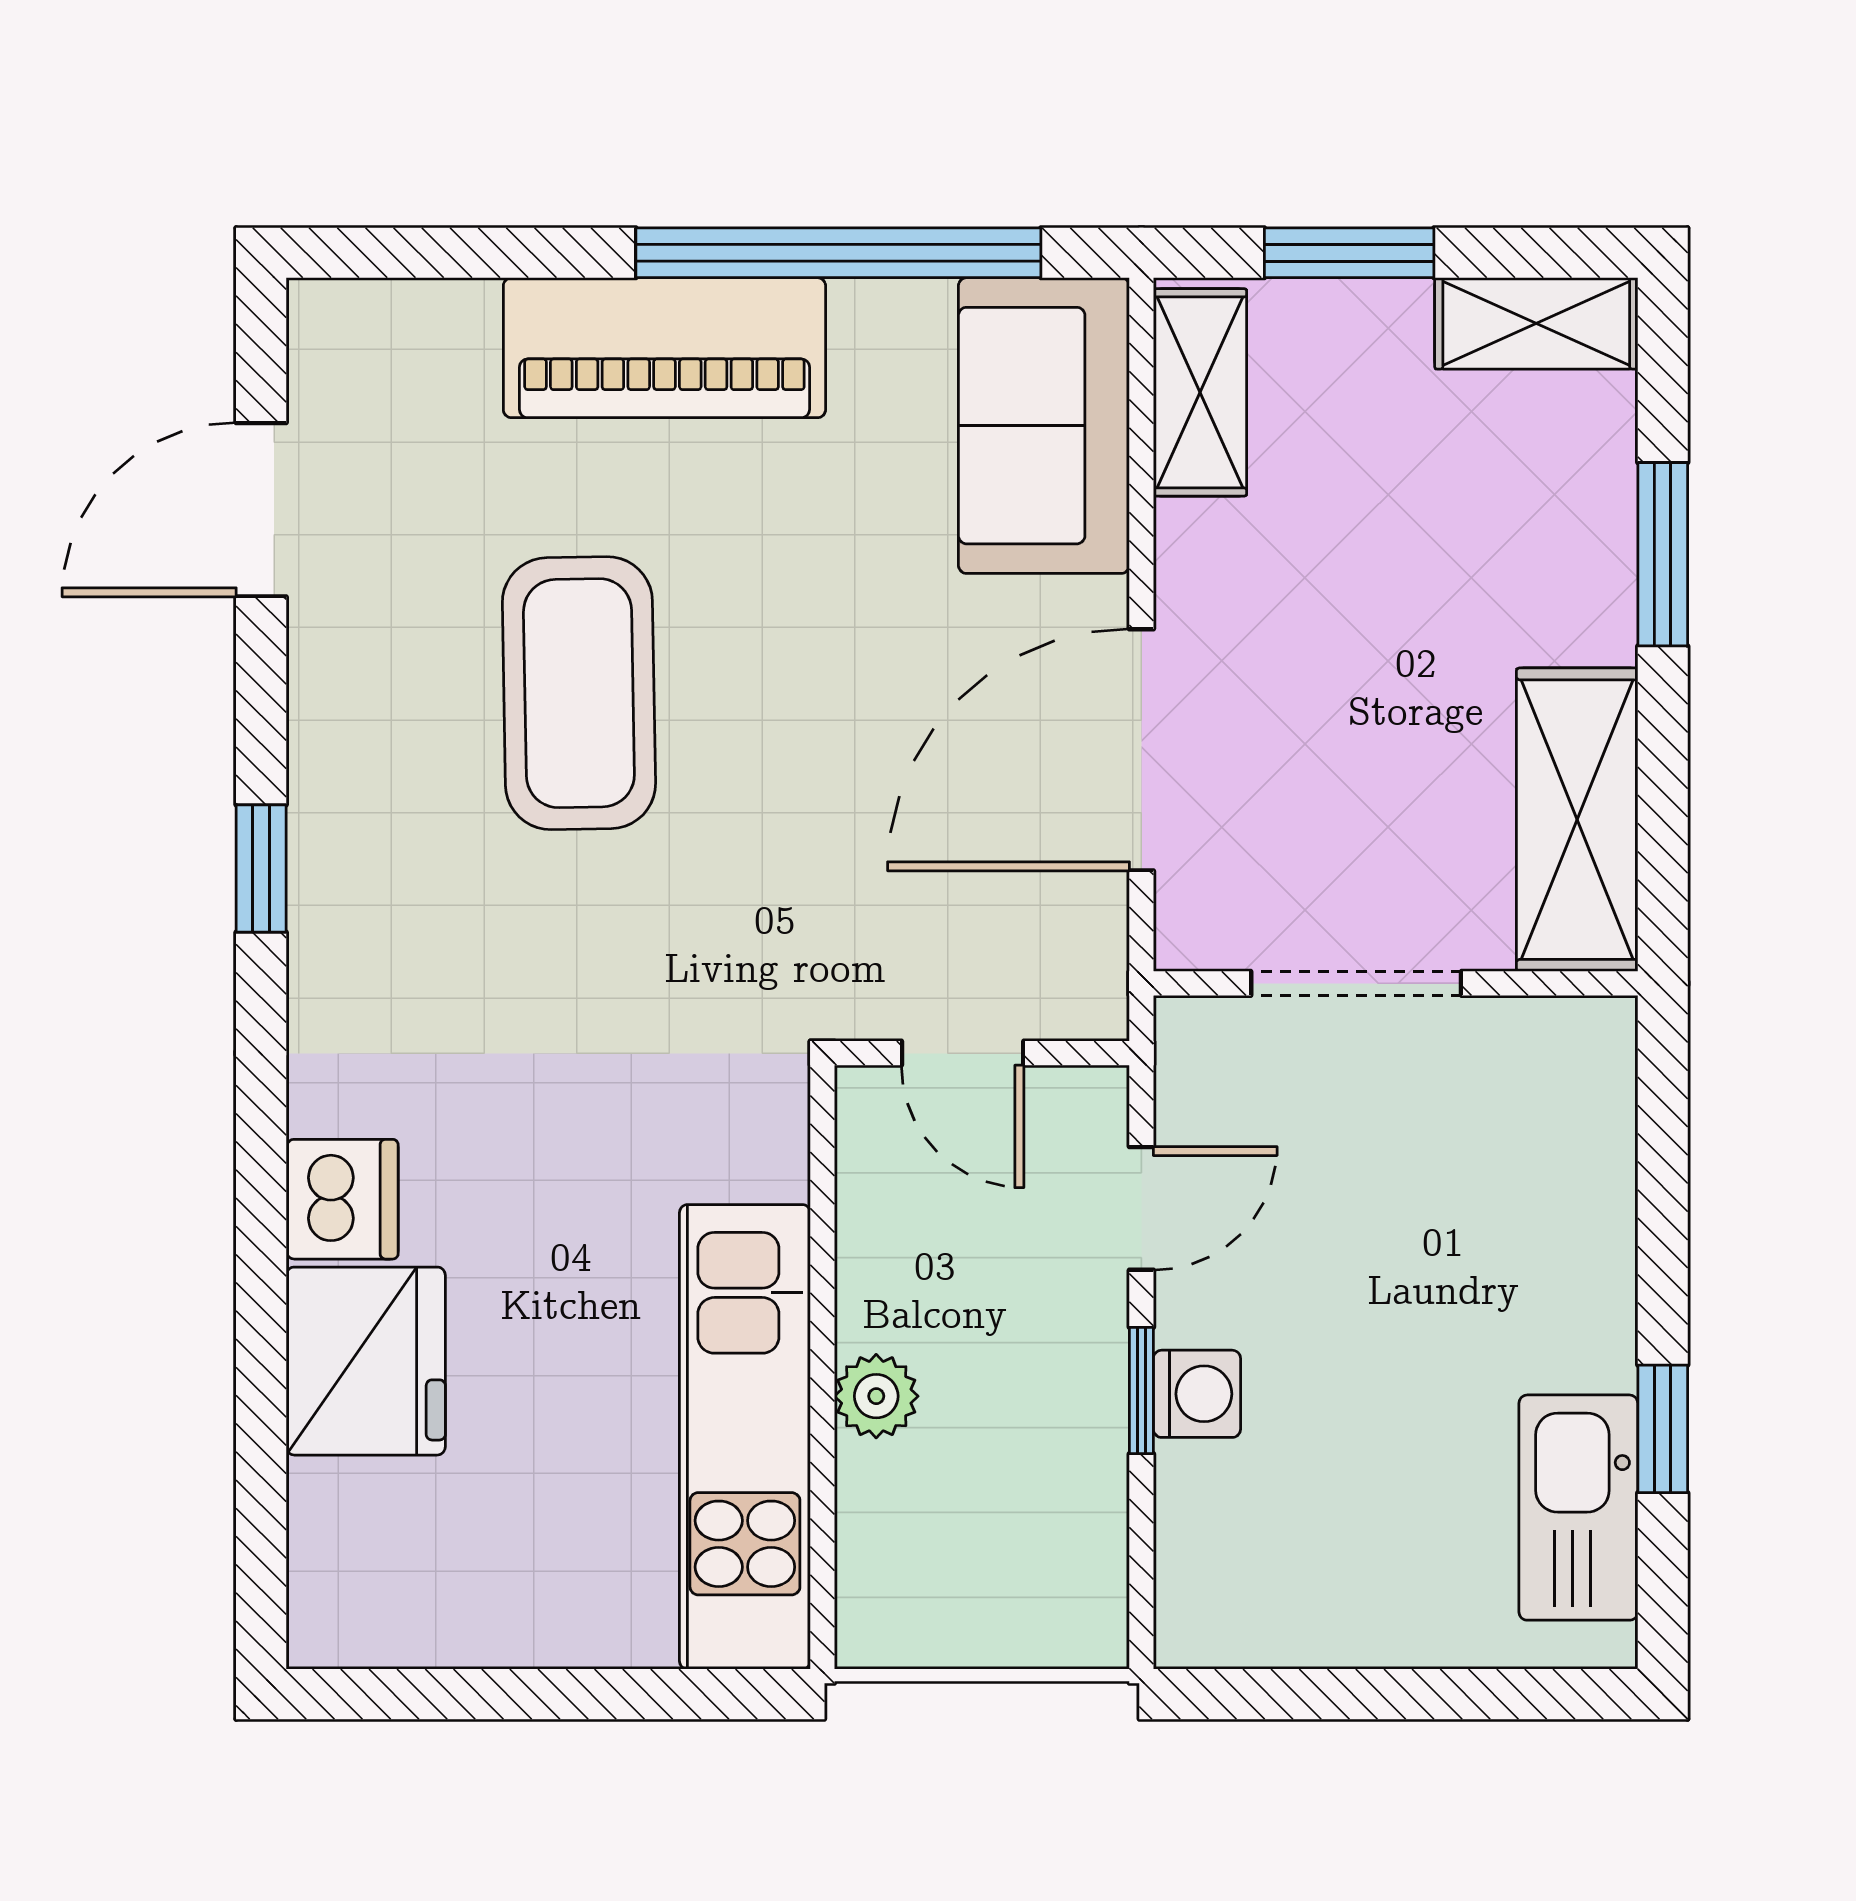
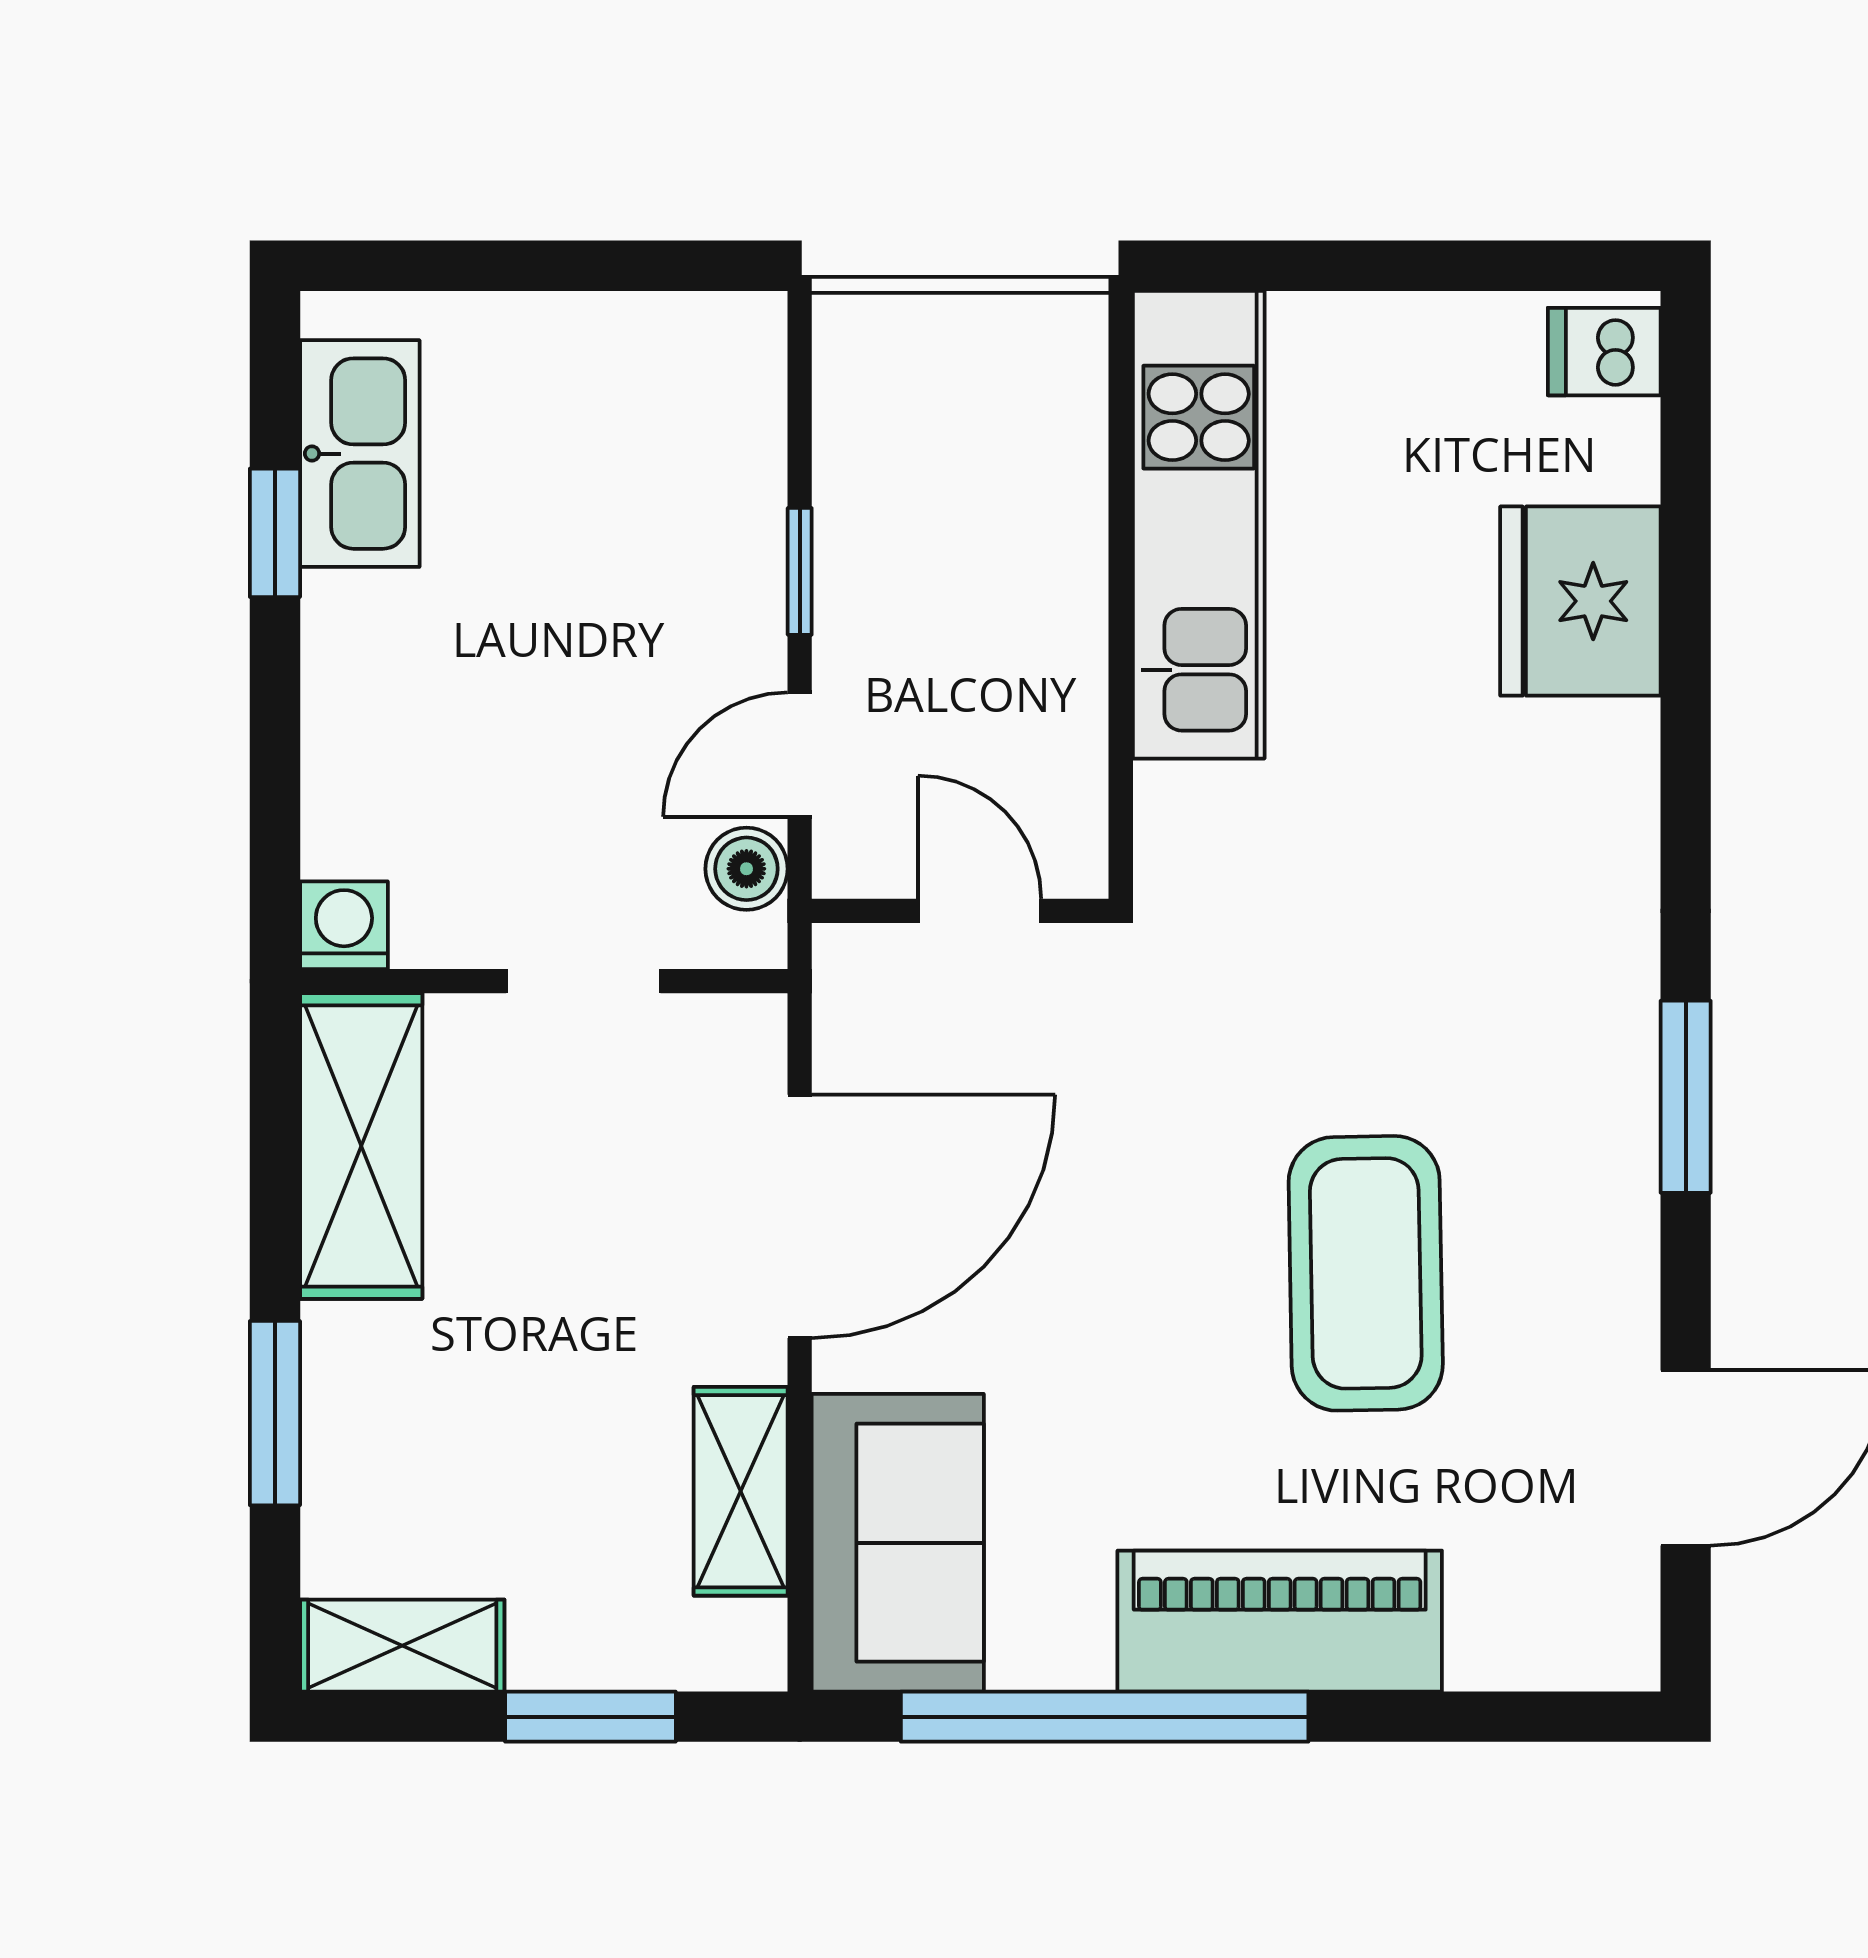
shelving: (1200, 392) -> (741, 1491), moved
window: (261, 869) -> (1686, 1097), width x1.50
doorway: (1356, 983) -> (583, 981), width x0.73
boiler: (1194, 1095) -> (746, 869), added
dishwasher: (342, 1199) -> (1604, 352), moved, width x0.73
washing machine: (1197, 1394) -> (344, 925), moved, turned 90
plant: (876, 1396) -> (1067, 566), removed

